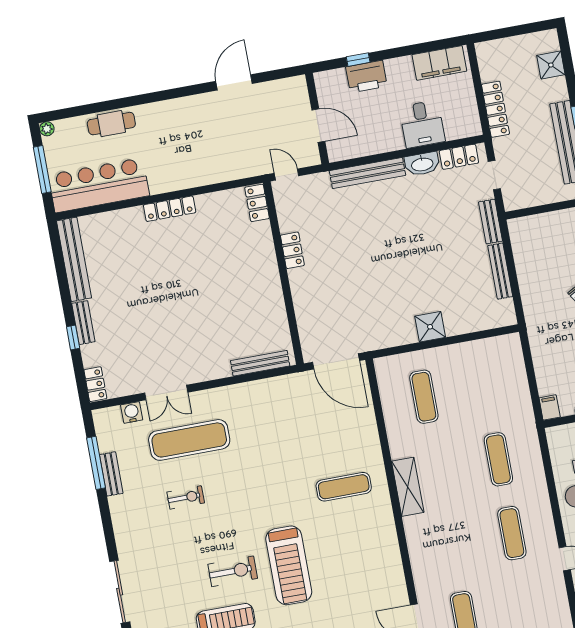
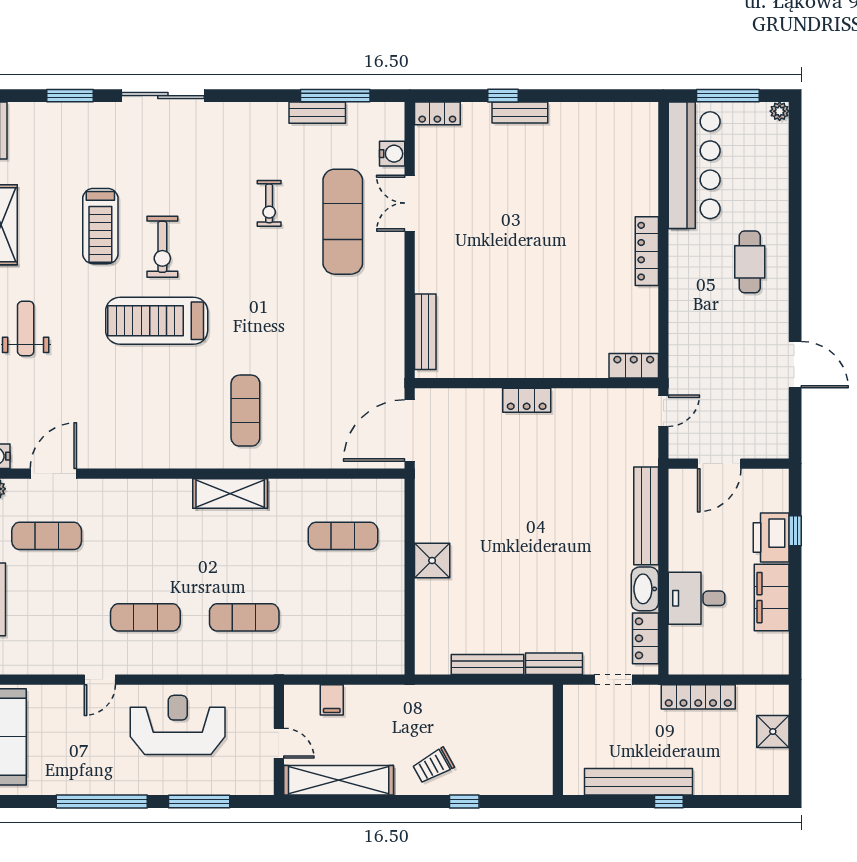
filing cabinet: (439, 63) -> (772, 598), moved
shower: (551, 65) -> (773, 732), moved
cafe table: (111, 124) -> (750, 262), moved
locker: (292, 250) -> (527, 400), moved
bench: (74, 259) -> (604, 115), removed
filing cabinet: (550, 407) -> (332, 700), moved, turned 90

